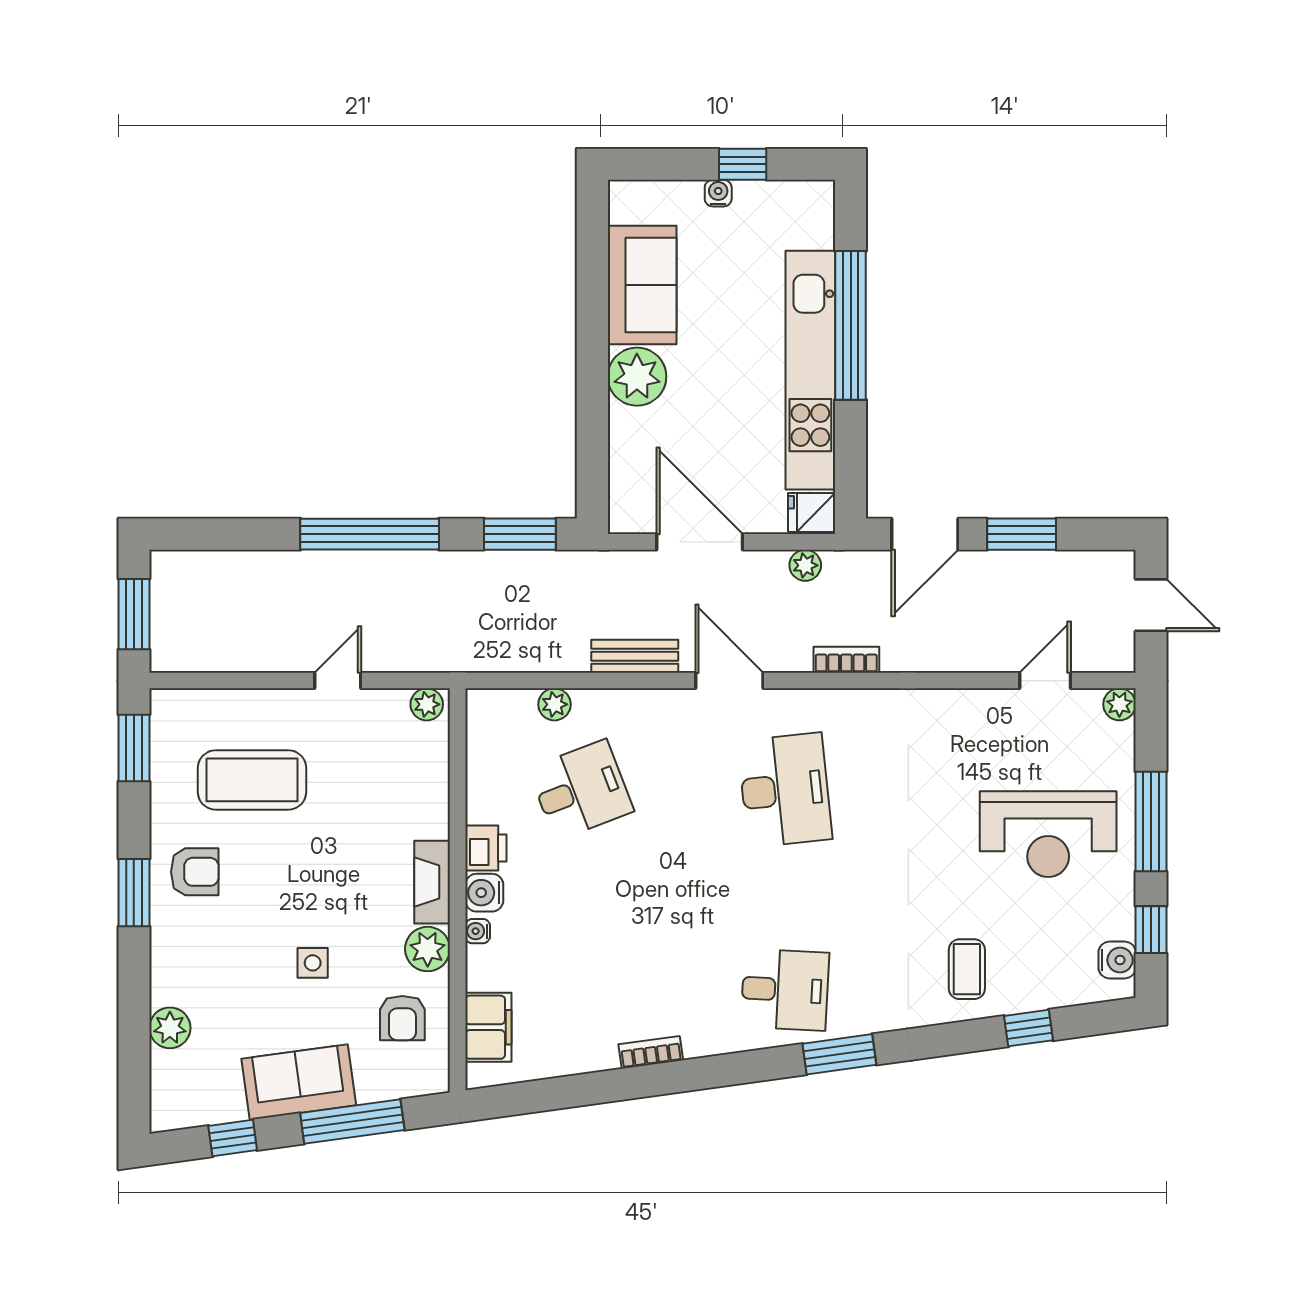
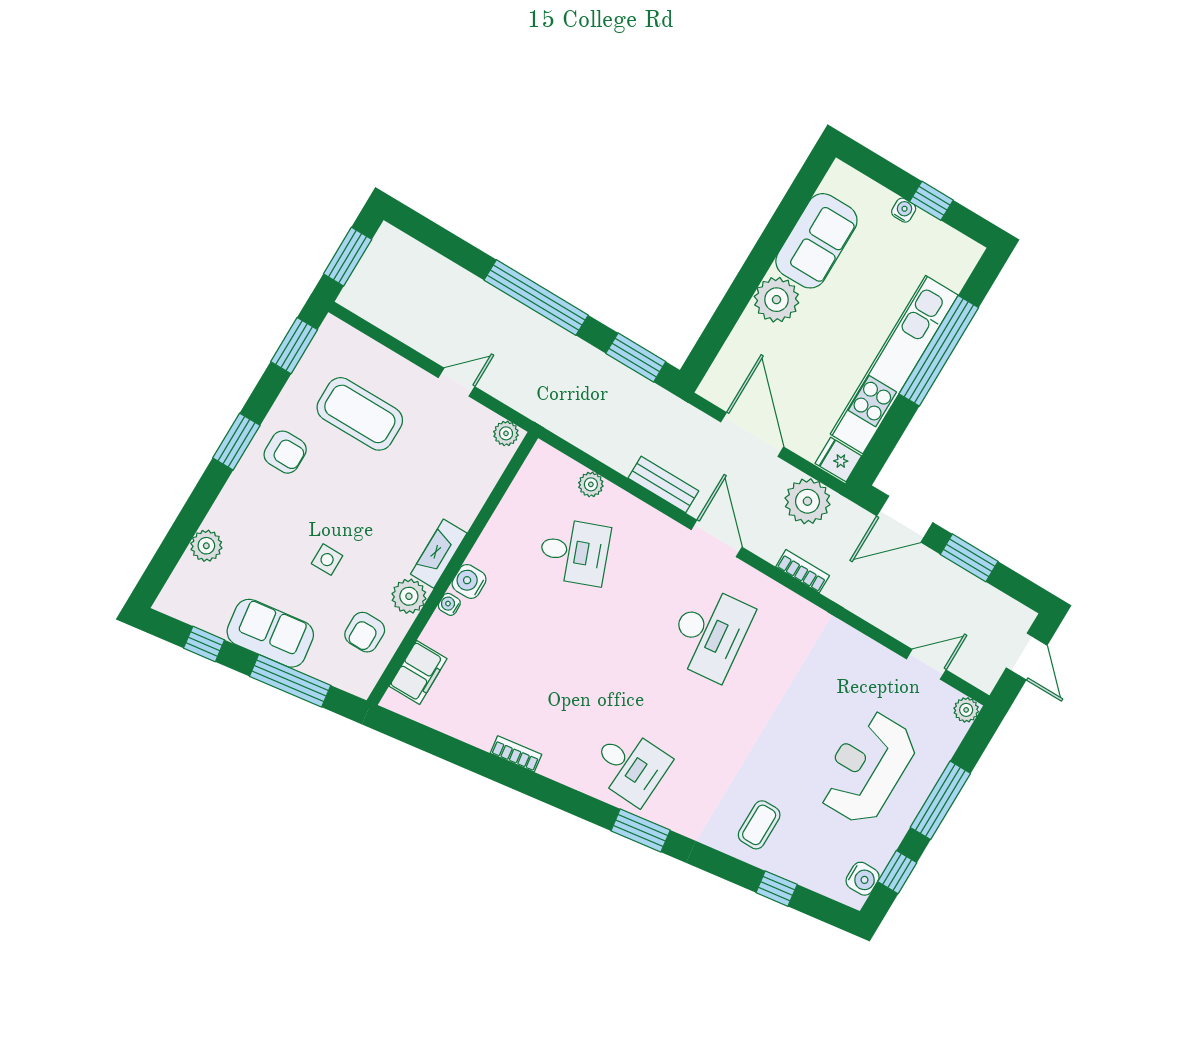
plant: (805, 565) -> (807, 501), width x1.88, depth x1.88
reception desk: (1048, 834) -> (867, 768), turned 90
printer: (486, 848) -> (488, 552), removed

